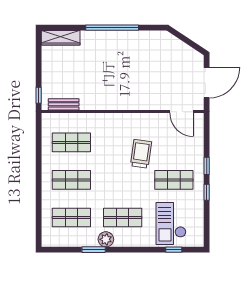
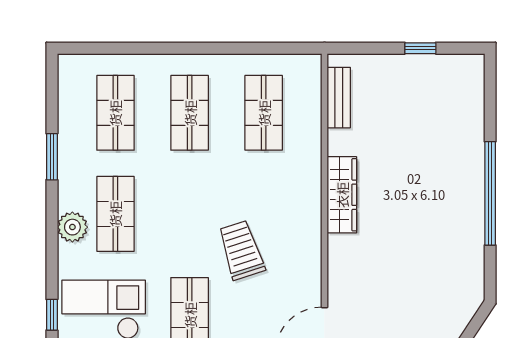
wardrobe: (61, 38) -> (342, 195), moved, turned 180
window: (39, 95) -> (420, 48), moved
trolley: (141, 154) -> (241, 250), turned -116
plant: (106, 239) -> (72, 227), moved

